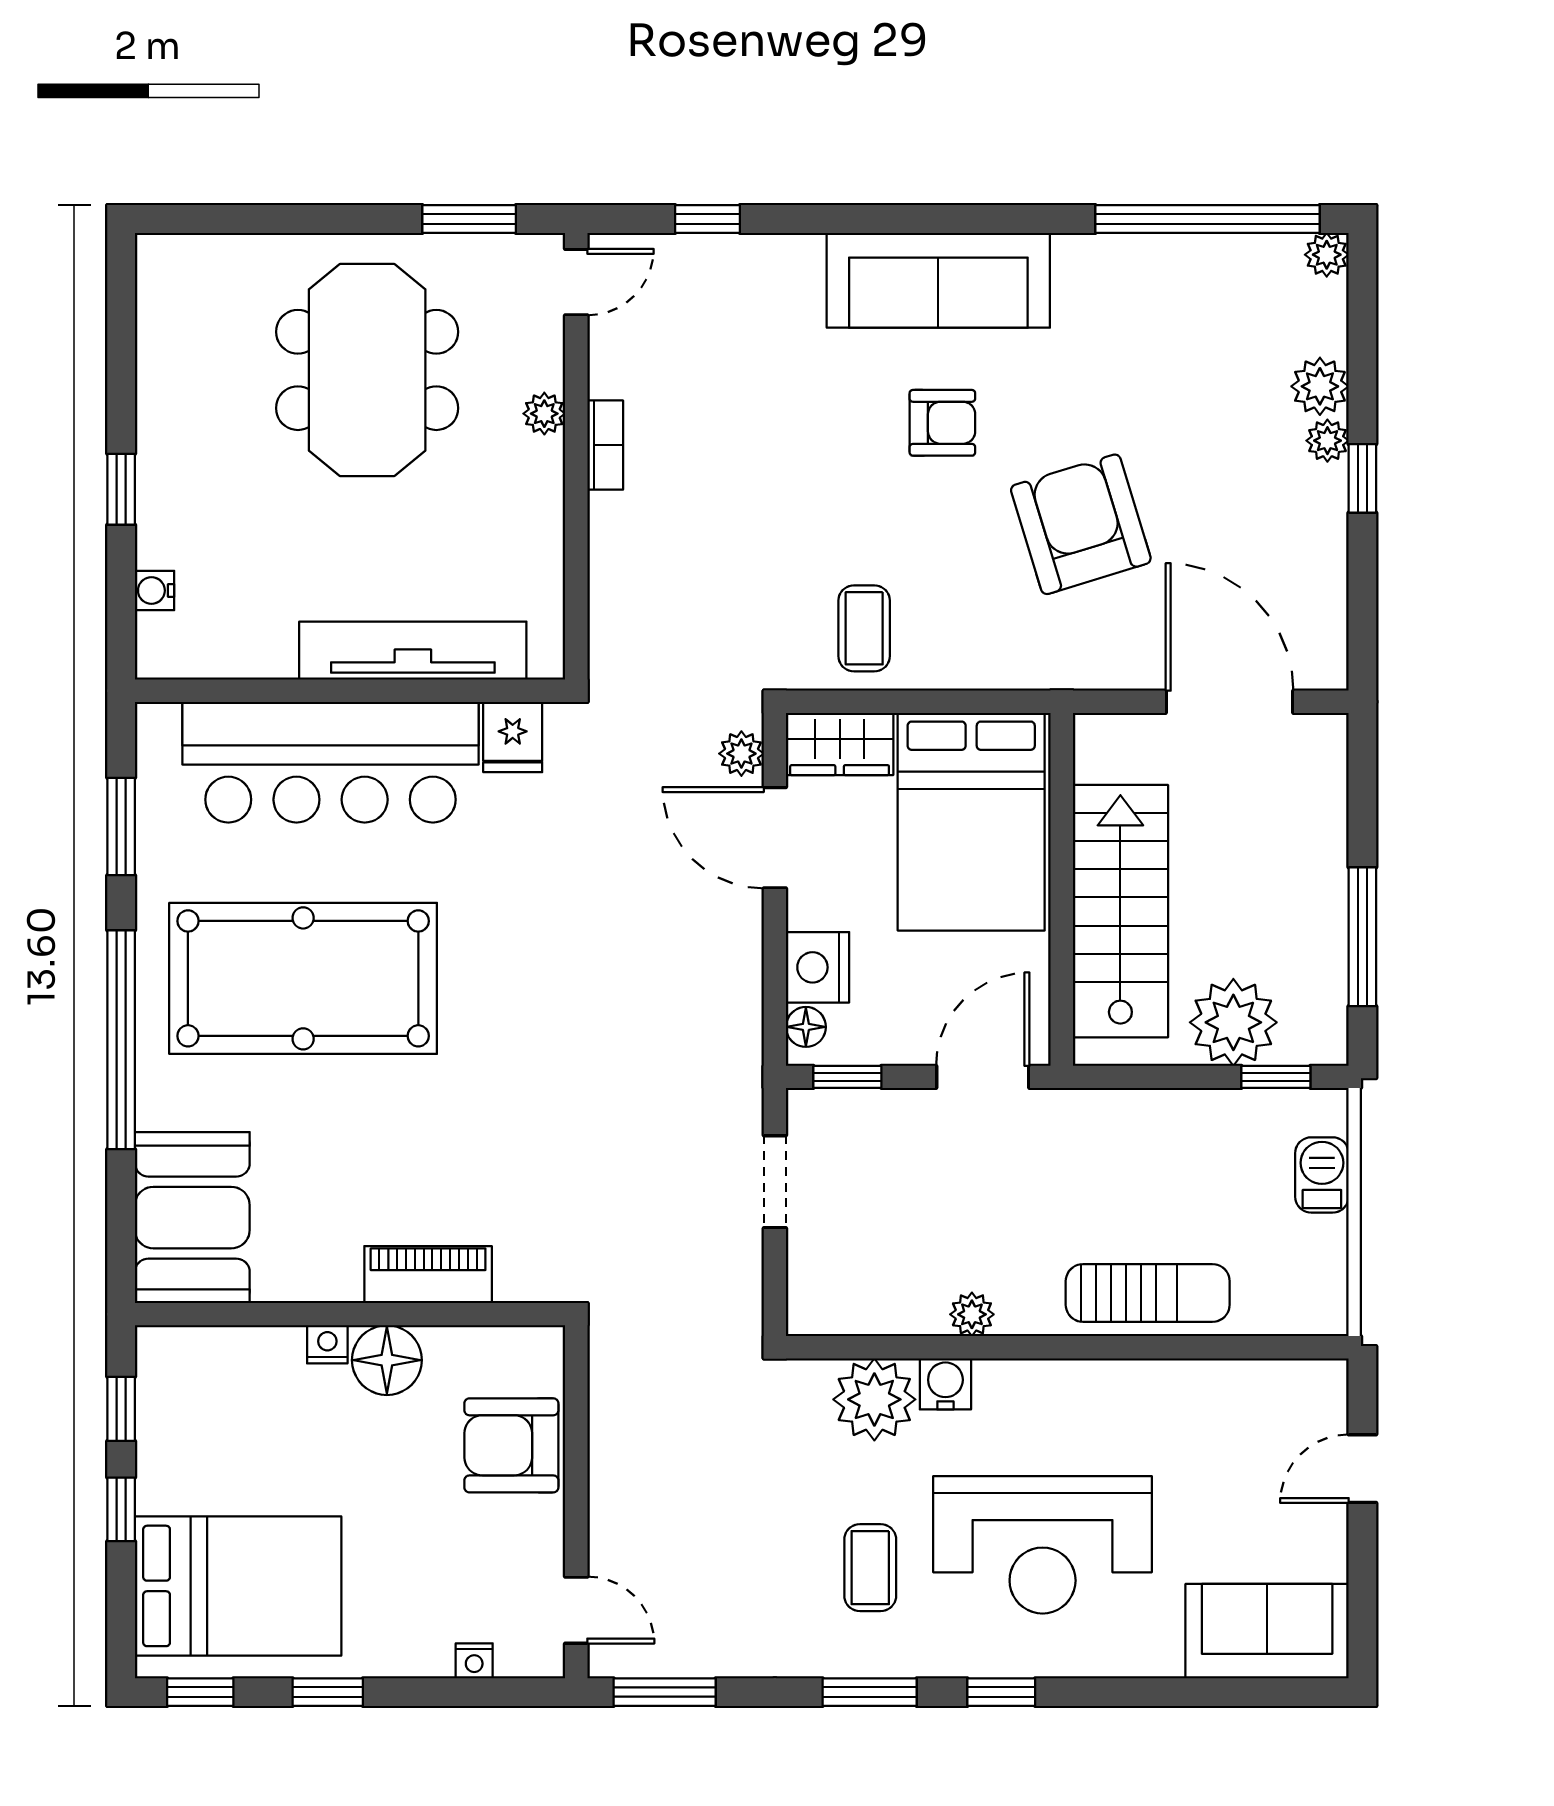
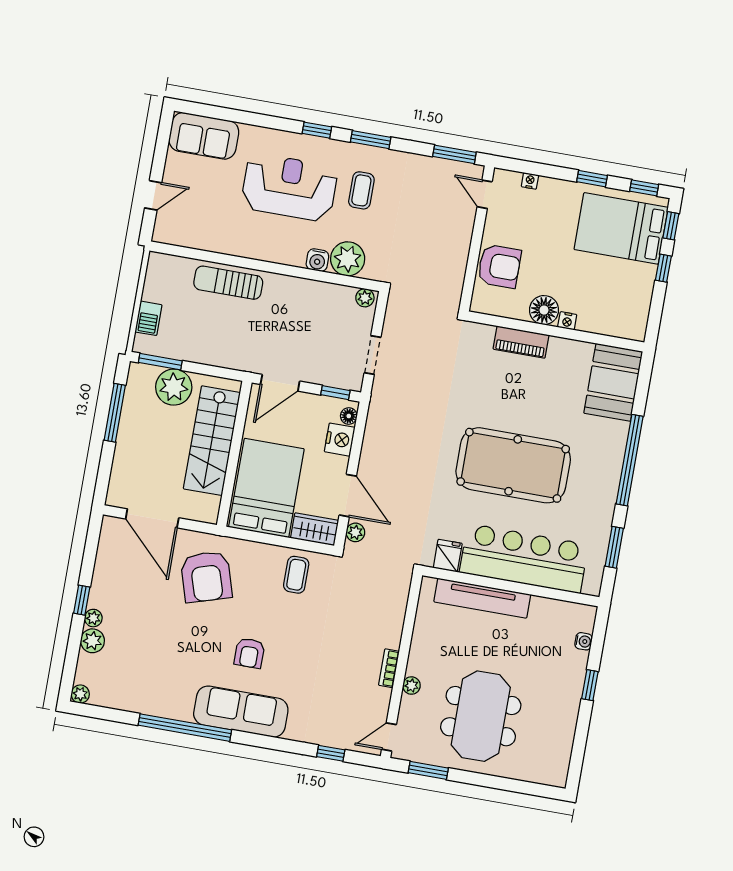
window: (1208, 219) -> (185, 728), moved
armchair: (942, 423) -> (249, 653), turned -90
armchair: (1081, 524) -> (206, 577), moved
pool table: (303, 978) -> (513, 465), moved
window: (1276, 1077) -> (160, 362), width x1.50
plant: (972, 1314) -> (365, 298), moved
window: (121, 1409) -> (671, 226), moved

